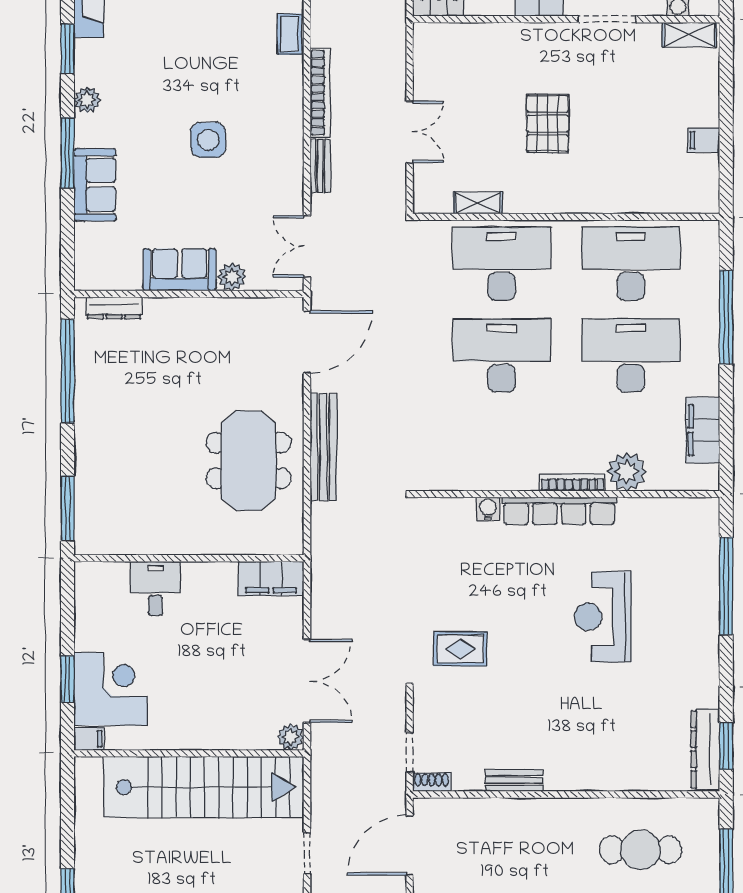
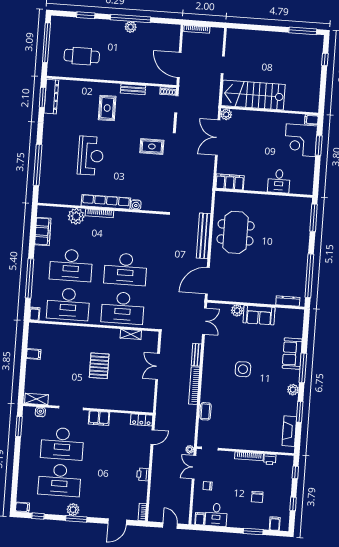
filing cabinet: (708, 235) -> (35, 314), added
rug: (572, 732) -> (107, 108), added
stairs: (204, 787) -> (253, 95), width x0.73
door: (410, 845) -> (179, 65), swing flipped

